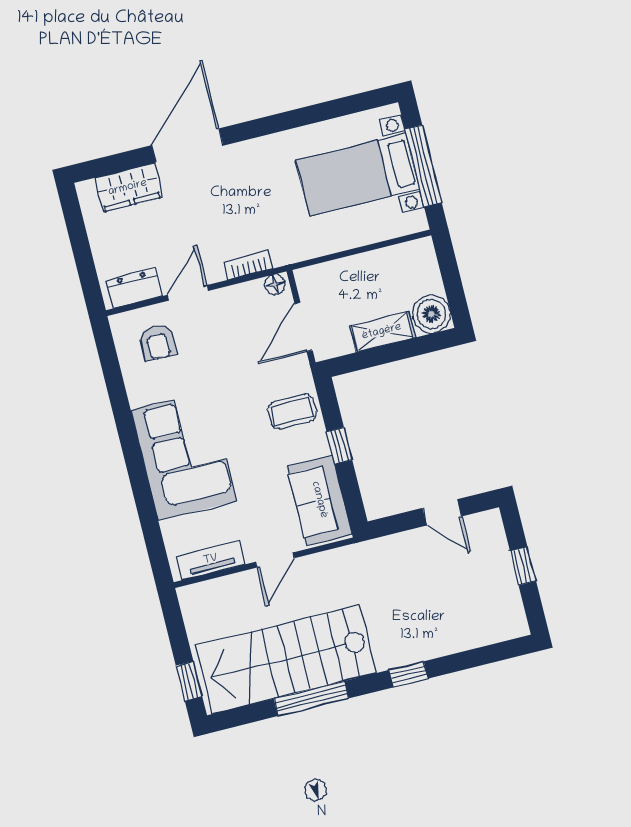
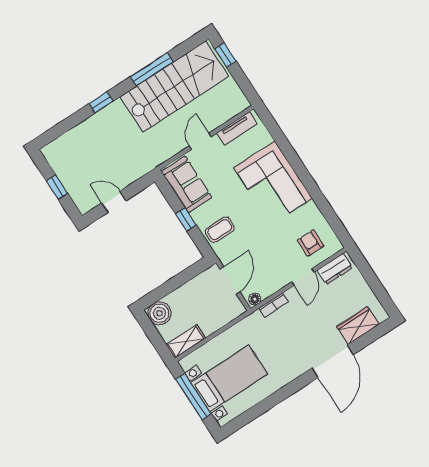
shelving: (382, 332) -> (186, 341), moved

